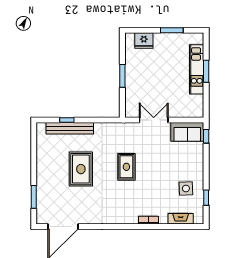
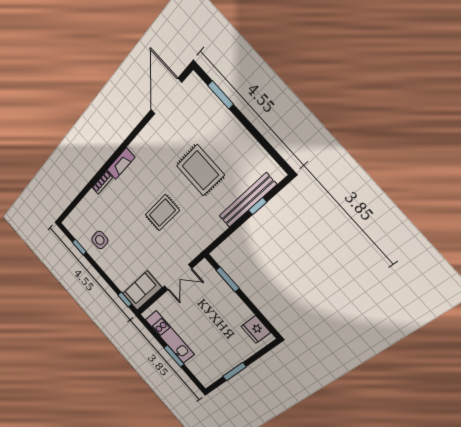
fridge: (144, 40) -> (256, 329), moved, turned -90
kitchen unit: (197, 69) -> (170, 337), moved
window: (122, 76) -> (228, 279), moved
rug: (126, 167) -> (162, 213), turned 90
fireplace: (181, 219) -> (121, 164), moved

